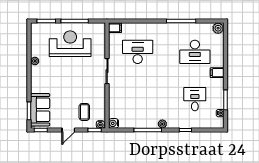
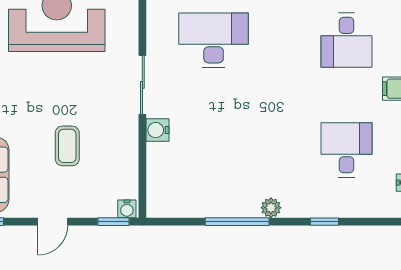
desk: (195, 52) -> (347, 40), width x0.73
coffee table: (84, 112) -> (67, 146), moved
water cooler: (114, 123) -> (157, 130), moved

